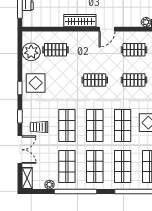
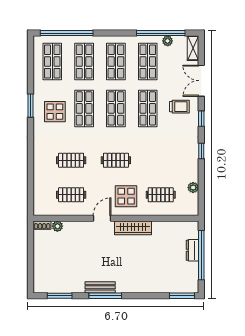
plant: (31, 52) -> (193, 188), width x0.53, depth x0.53
display table: (36, 83) -> (126, 196), moved
window: (75, 191) -> (161, 33), moved

